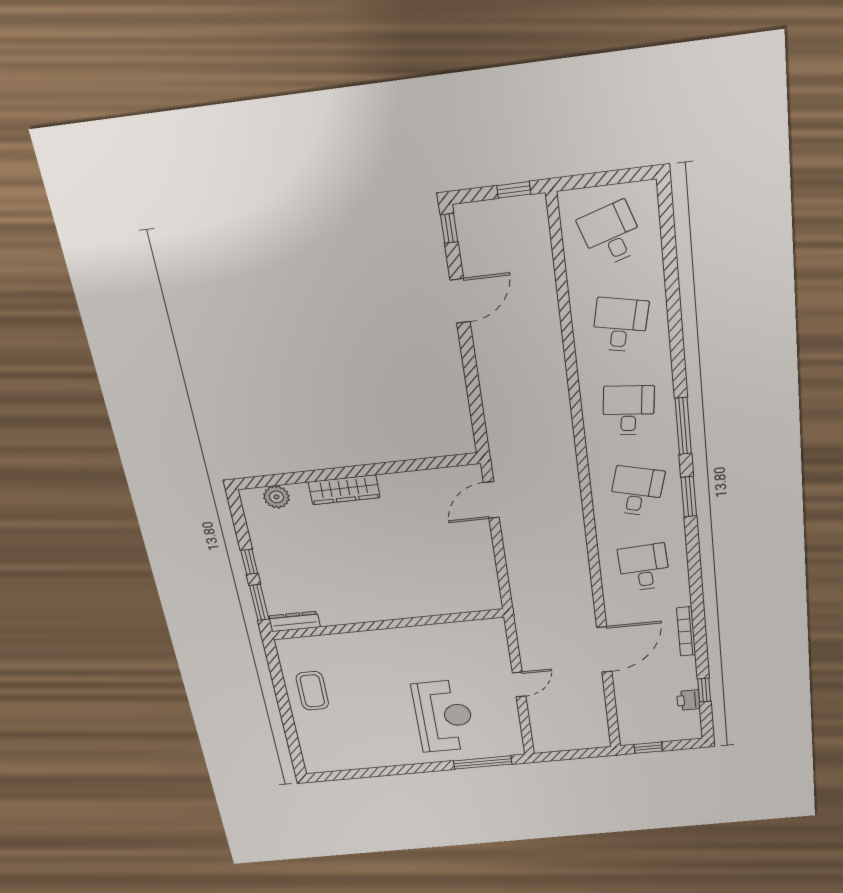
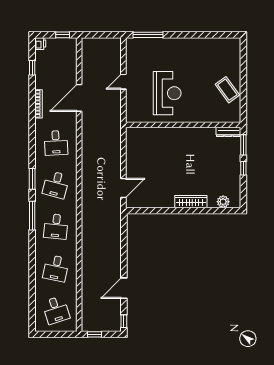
coffee table: (312, 691) -> (227, 90), turned -36
printer: (688, 700) -> (40, 44), moved
reception desk: (444, 716) -> (167, 93), moved, turned 180

